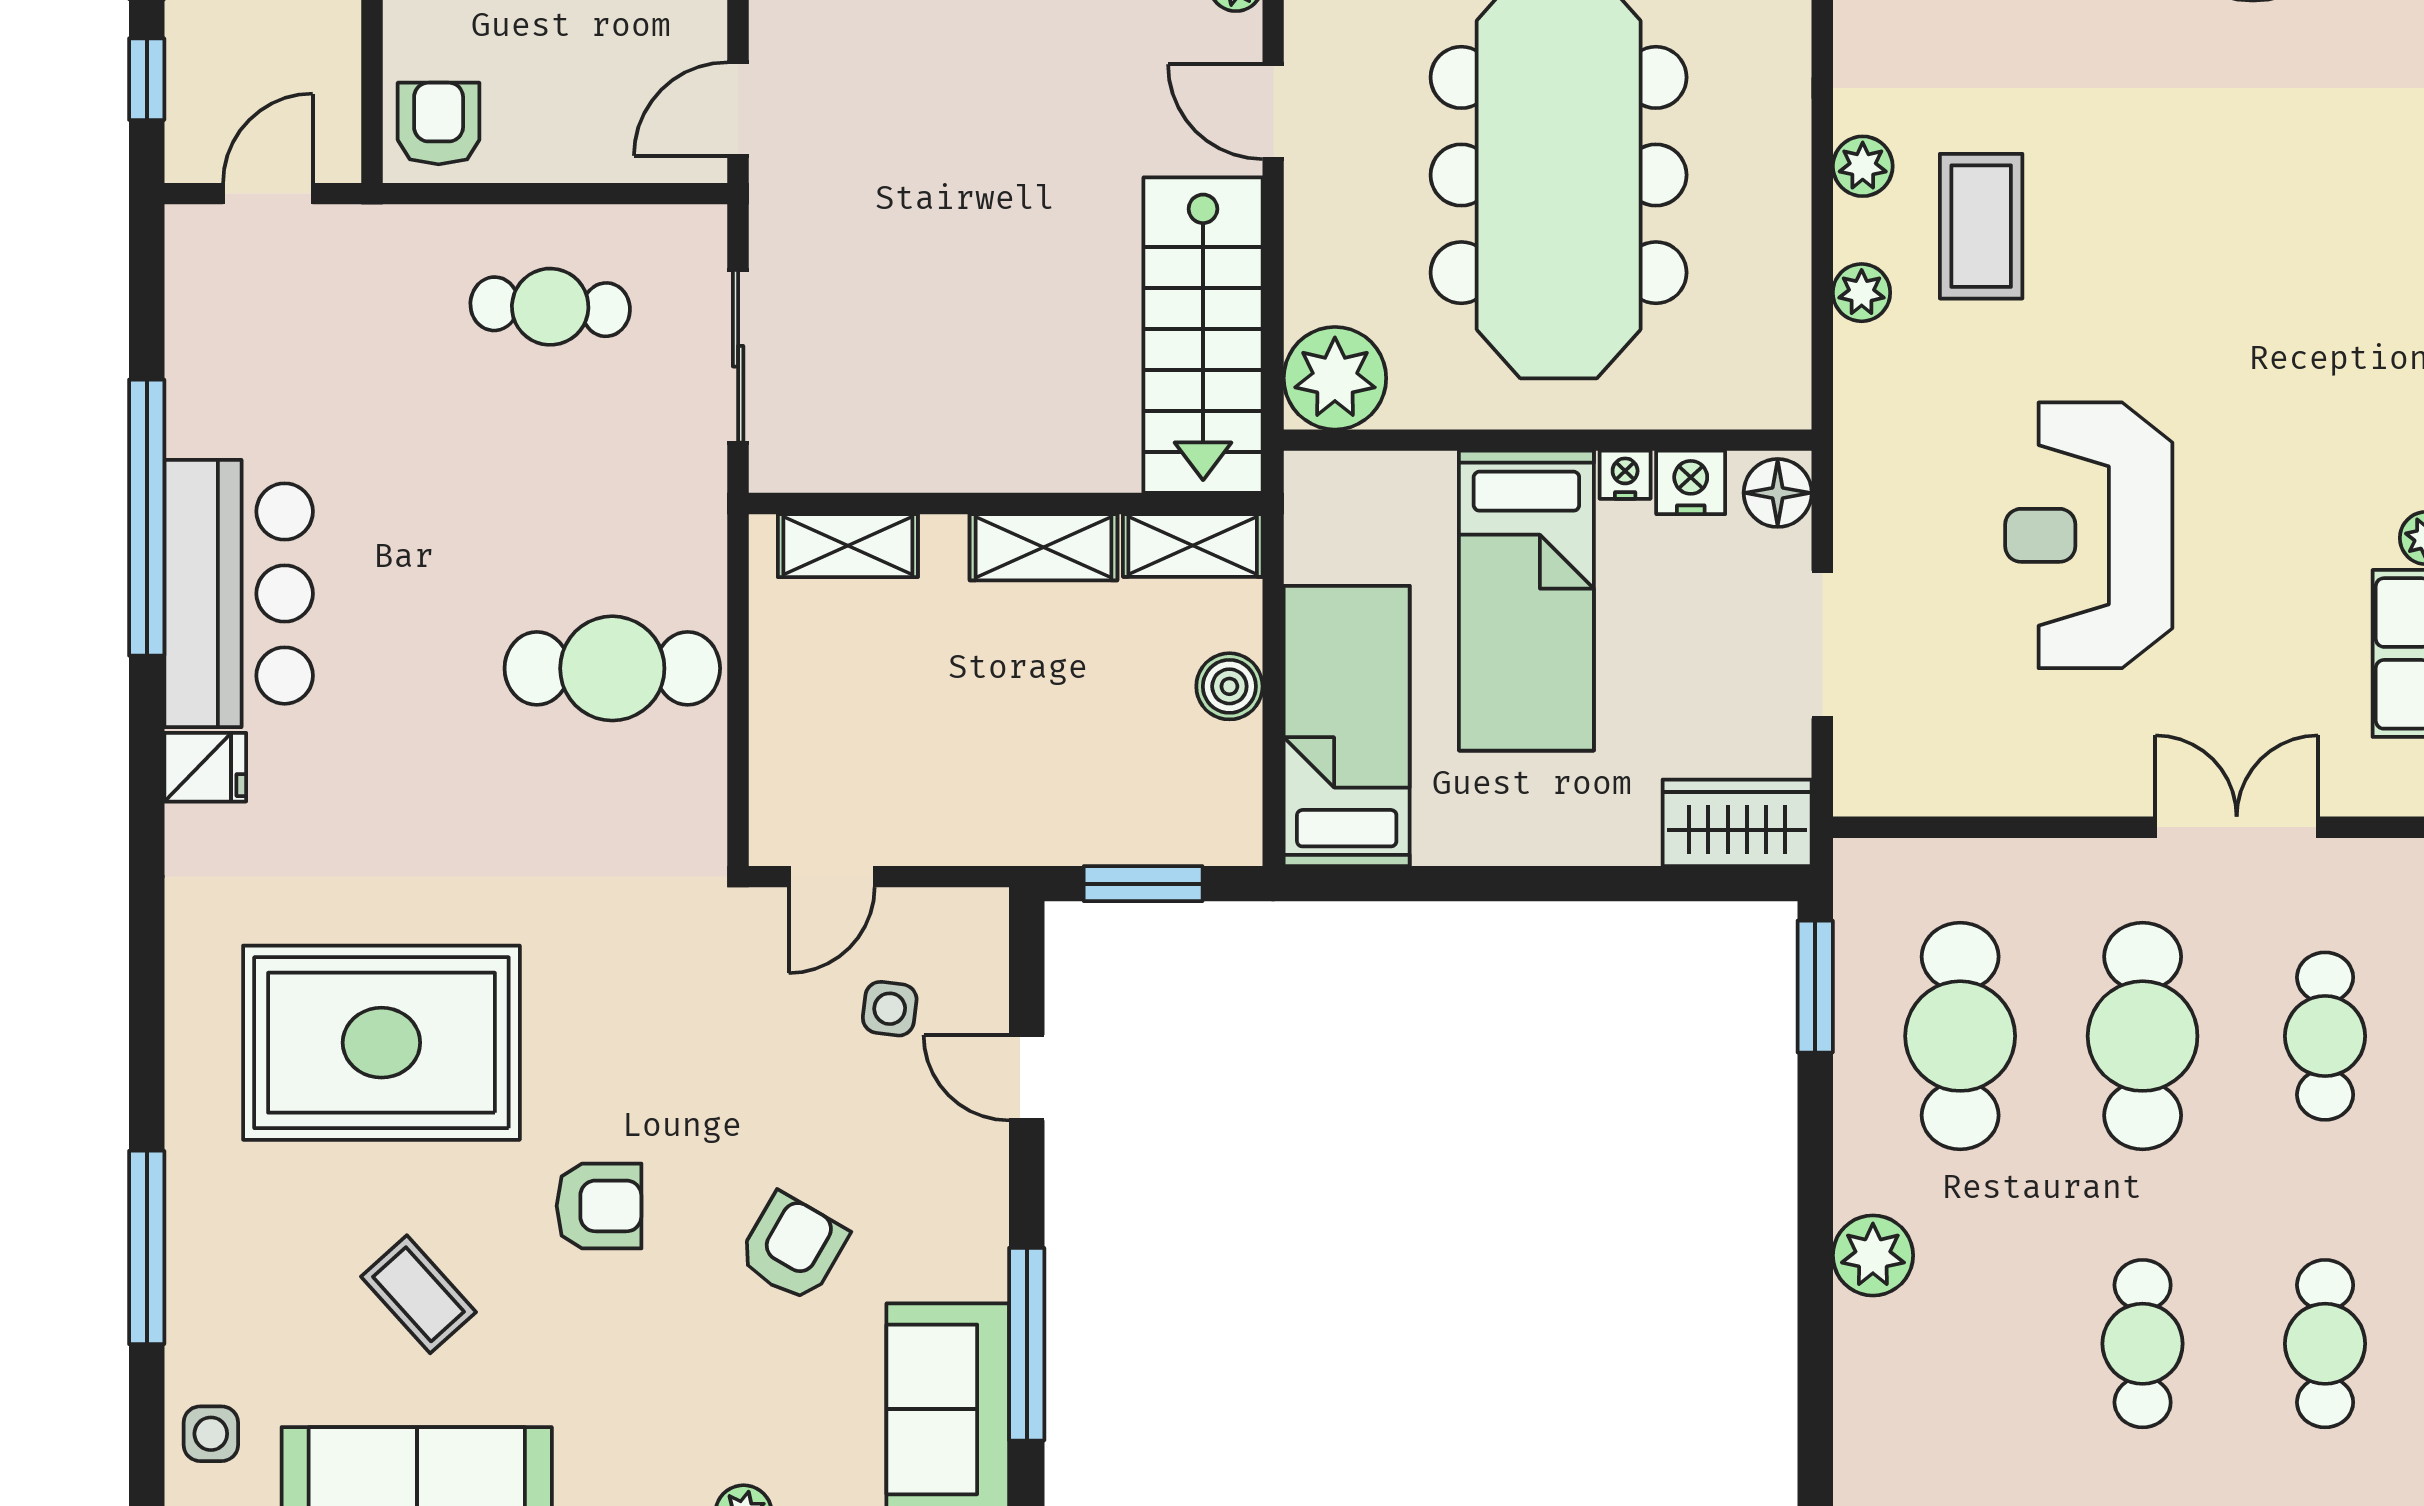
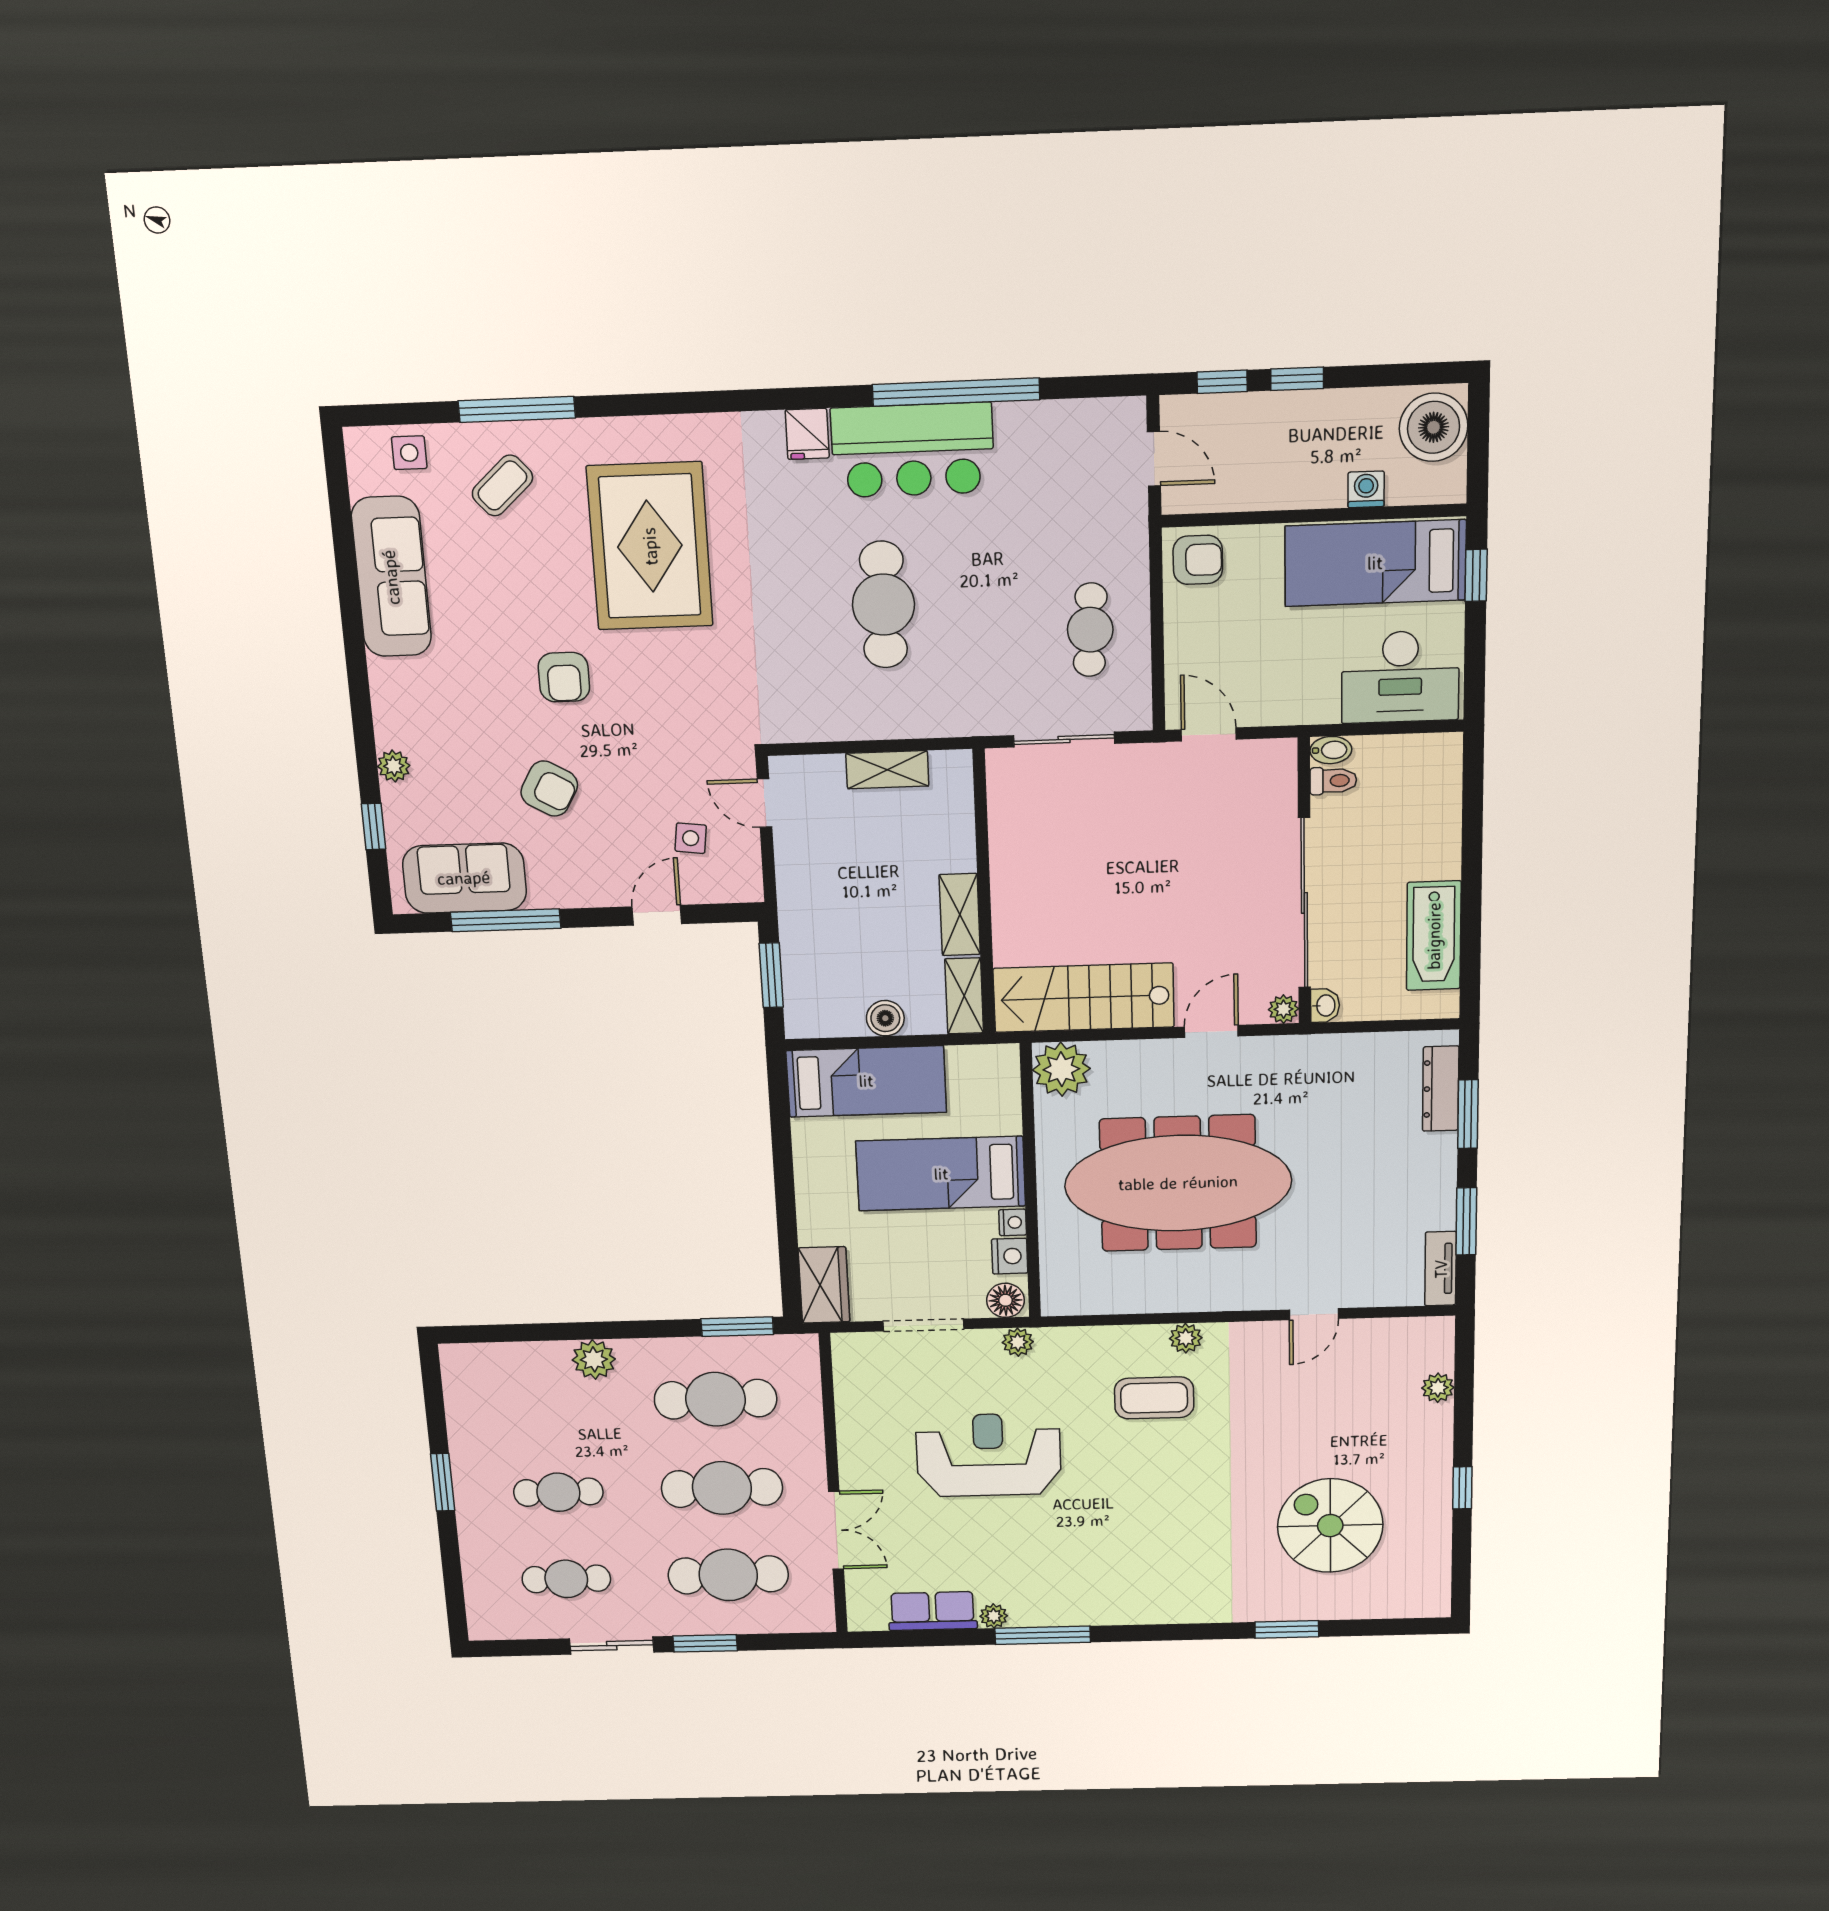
plant: (1862, 293) -> (1018, 1342), moved
shelving: (848, 546) -> (887, 770), moved, turned 90
cafe table: (612, 668) -> (883, 605), moved
cafe table: (2325, 1036) -> (728, 1575), width x1.37, depth x1.35
coffee table: (419, 1294) -> (502, 485), moved

